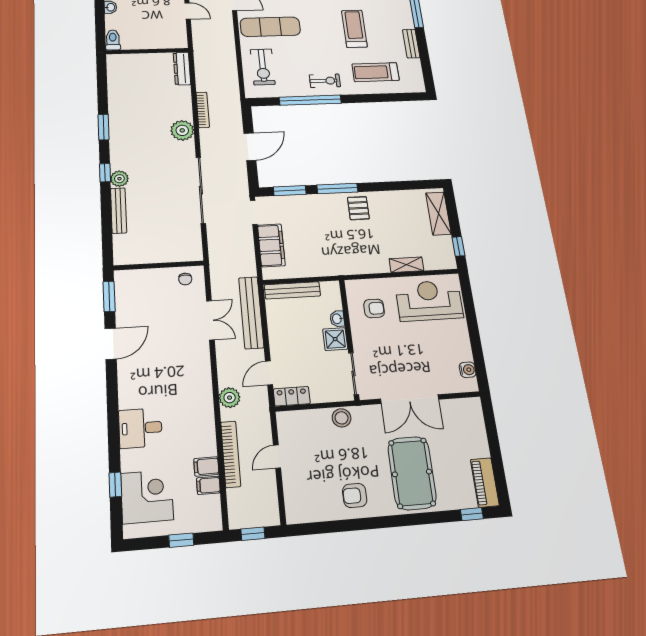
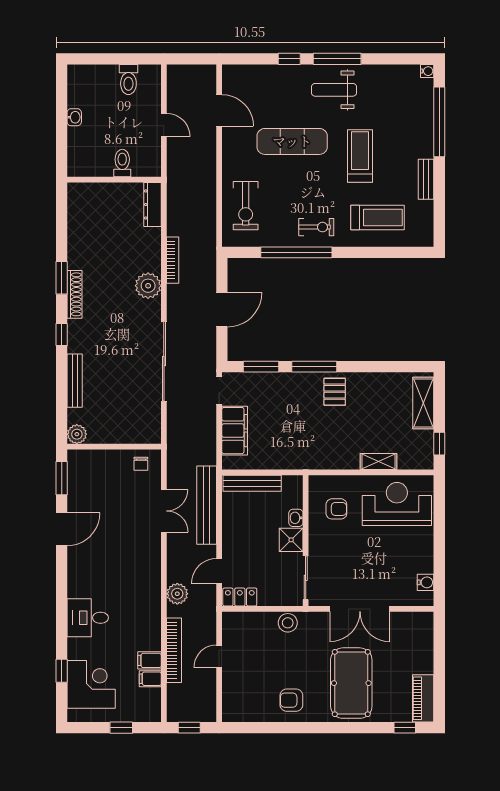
exercise mat: (270, 27) -> (292, 141), moved
toilet: (113, 40) -> (122, 163), moved
treadmill: (376, 72) -> (378, 217), turned 180
shoe rack: (116, 140) -> (75, 294), added
plant: (119, 179) -> (77, 434), moved

